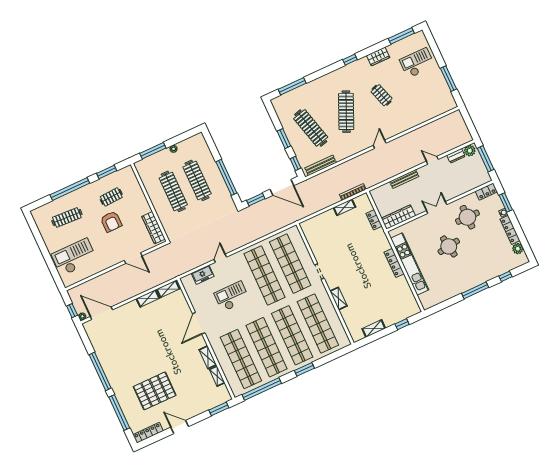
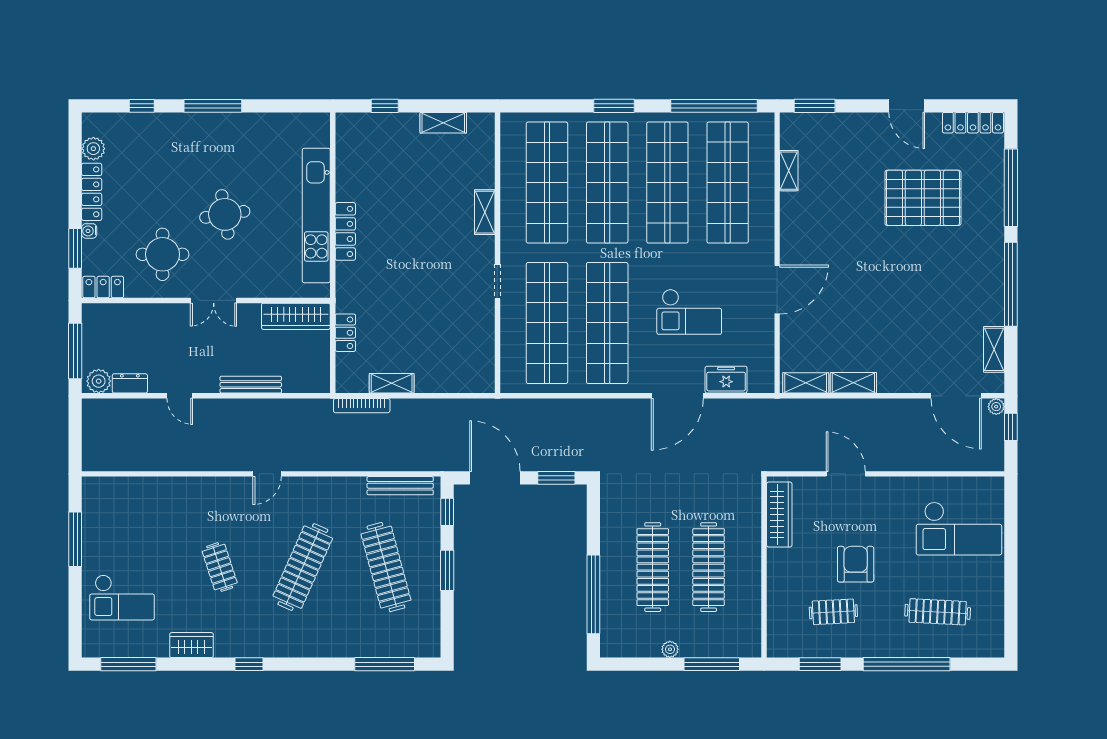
window: (226, 177) -> (593, 594), moved
door: (220, 258) -> (677, 396), width x1.87
shelving: (208, 357) -> (994, 349), moved

